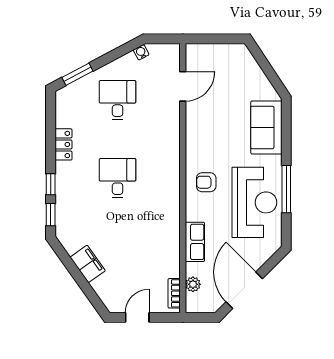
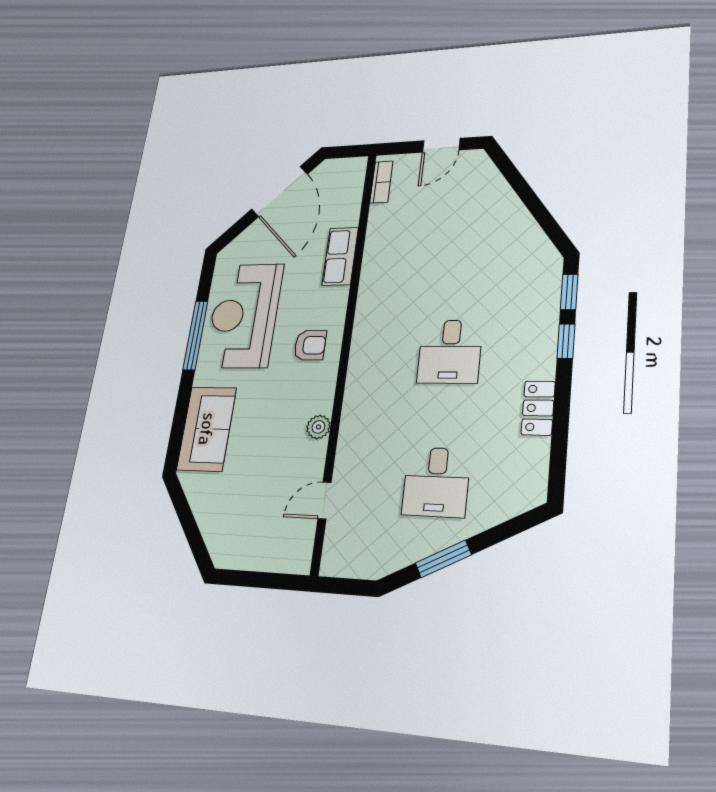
water cooler: (141, 52) -> (386, 565), removed
window: (77, 74) -> (443, 559), moved
door: (183, 86) -> (324, 501), width x0.73
filing cabinet: (88, 264) -> (512, 218), removed
plant: (193, 284) -> (318, 427), moved

